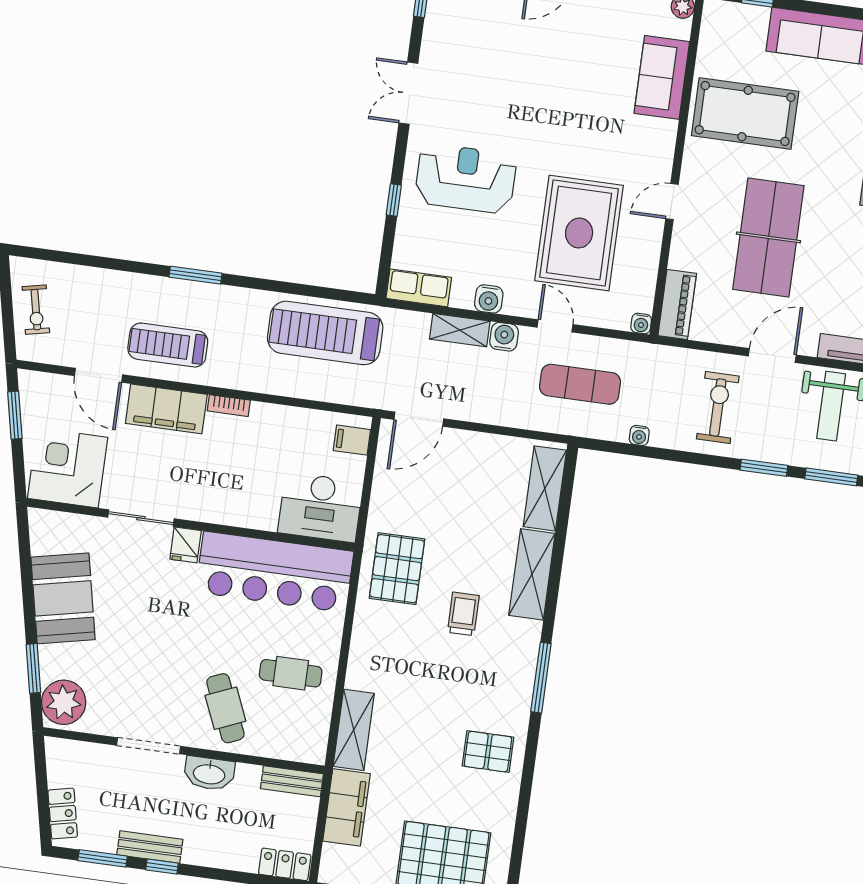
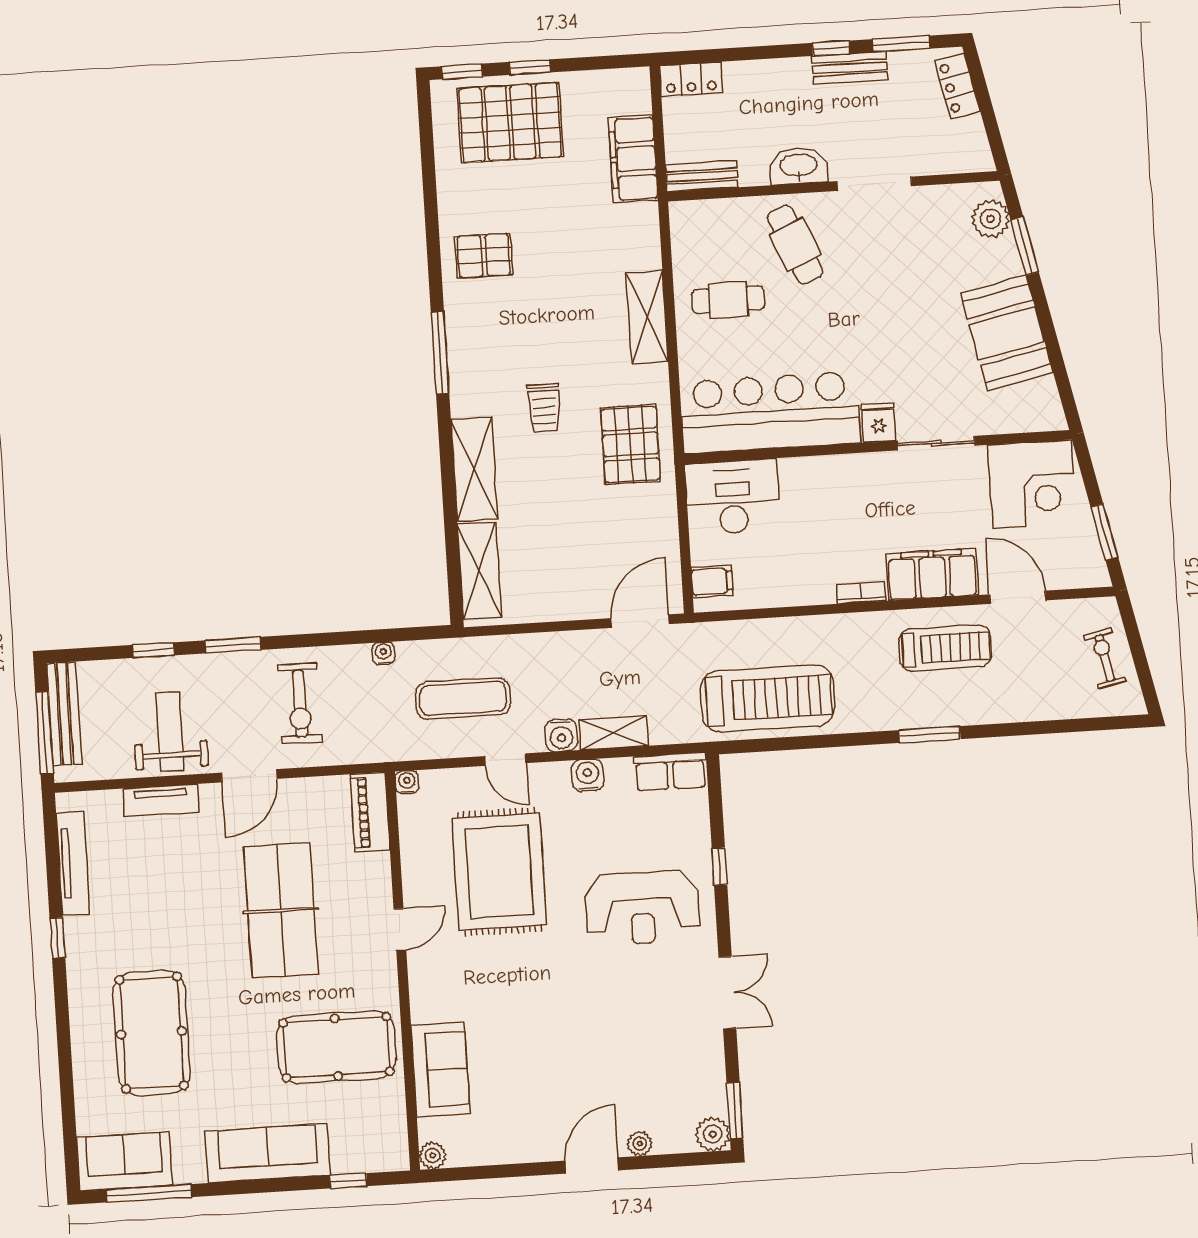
window: (831, 477) -> (153, 650), width x0.67
plant: (64, 702) -> (991, 219), width x0.73, depth x0.73
shelving: (354, 730) -> (647, 317), moved

